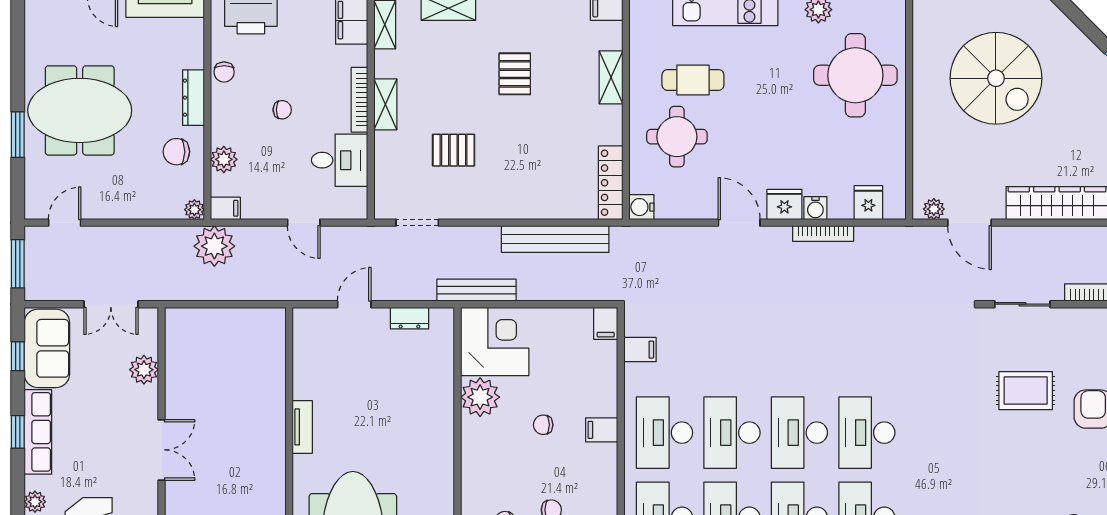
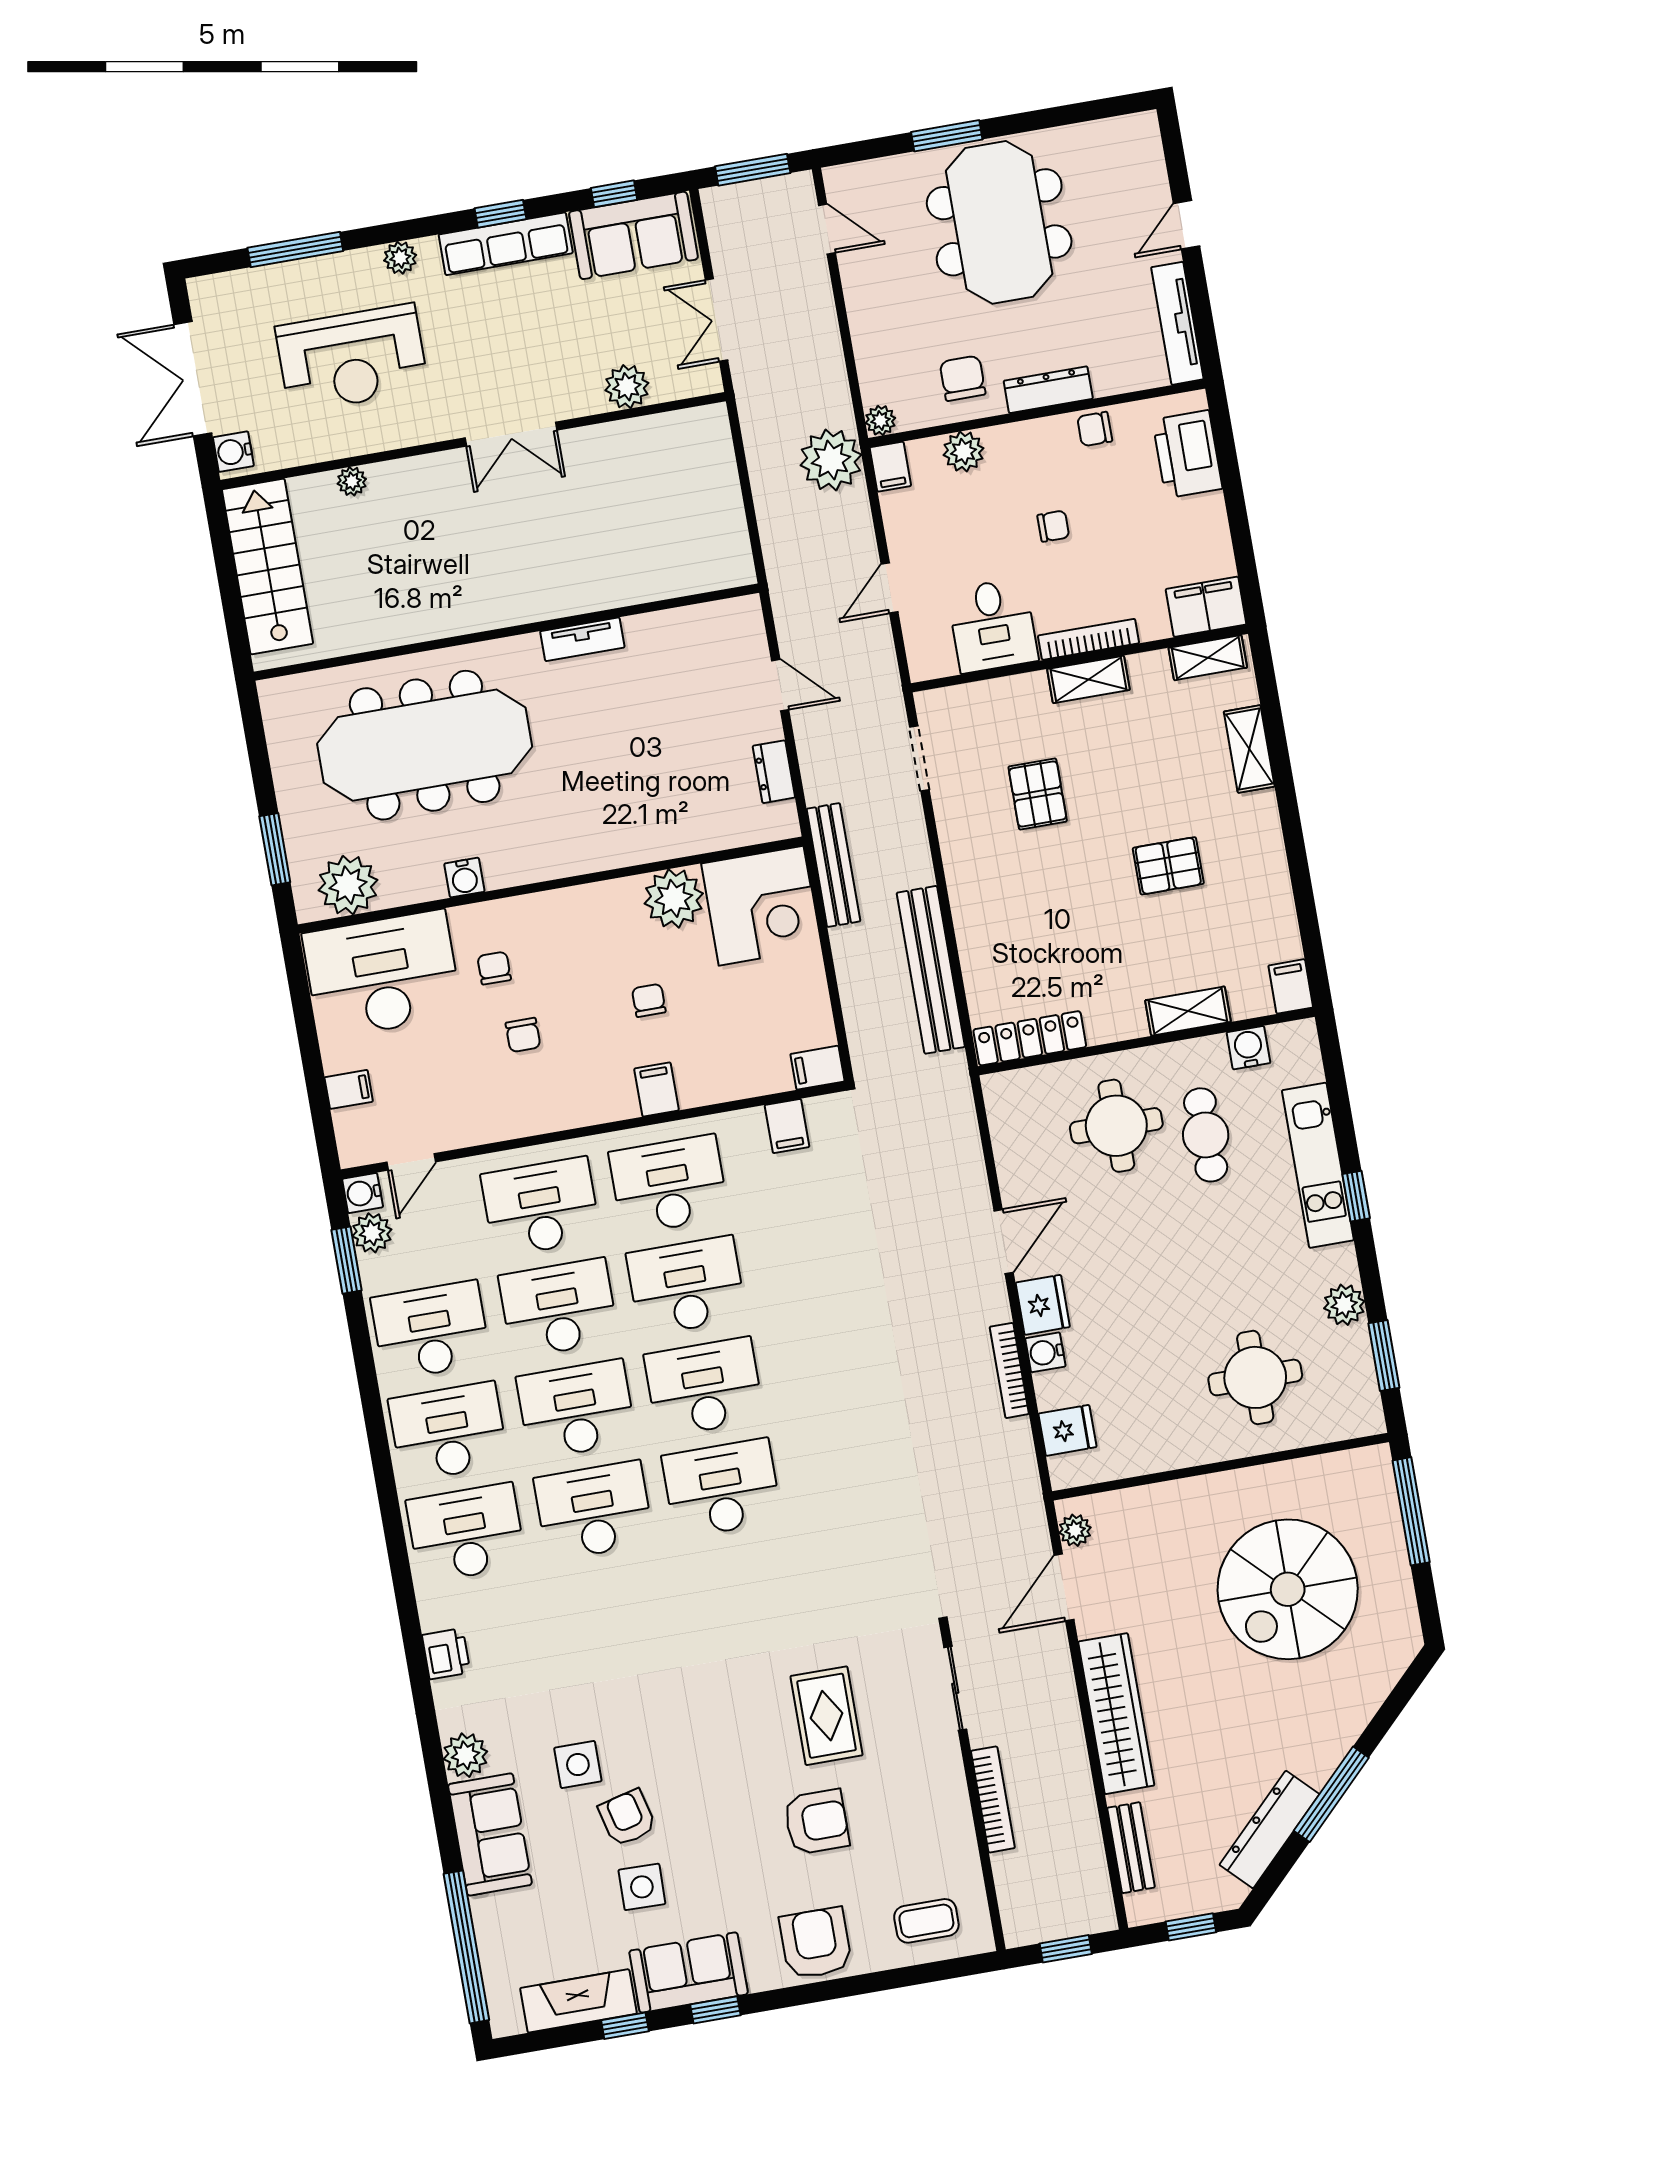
round table: (855, 75) -> (1255, 1377), width x0.73, depth x0.73
chair: (282, 110) -> (1053, 526), turned -90
water cooler: (641, 207) -> (1248, 1048), moved

